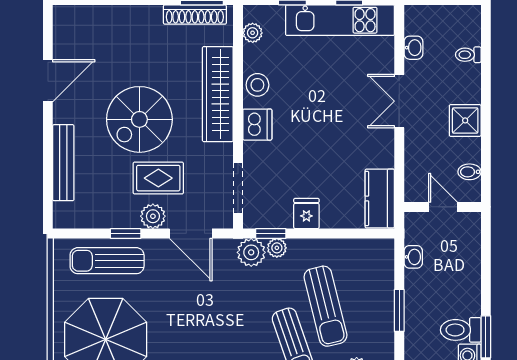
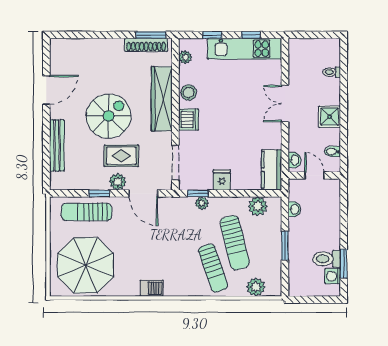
washbasin: (413, 48) -> (294, 160), moved
spiral stairs: (139, 119) -> (109, 116), turned 180
plant: (251, 252) -> (258, 206), moved

